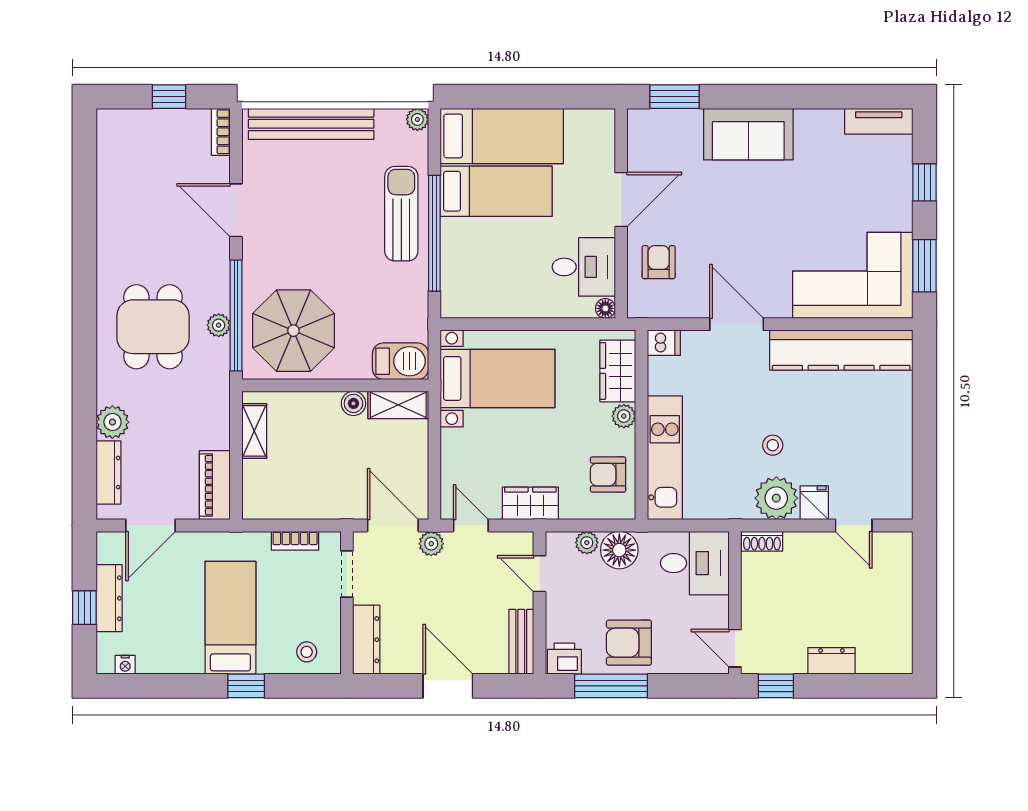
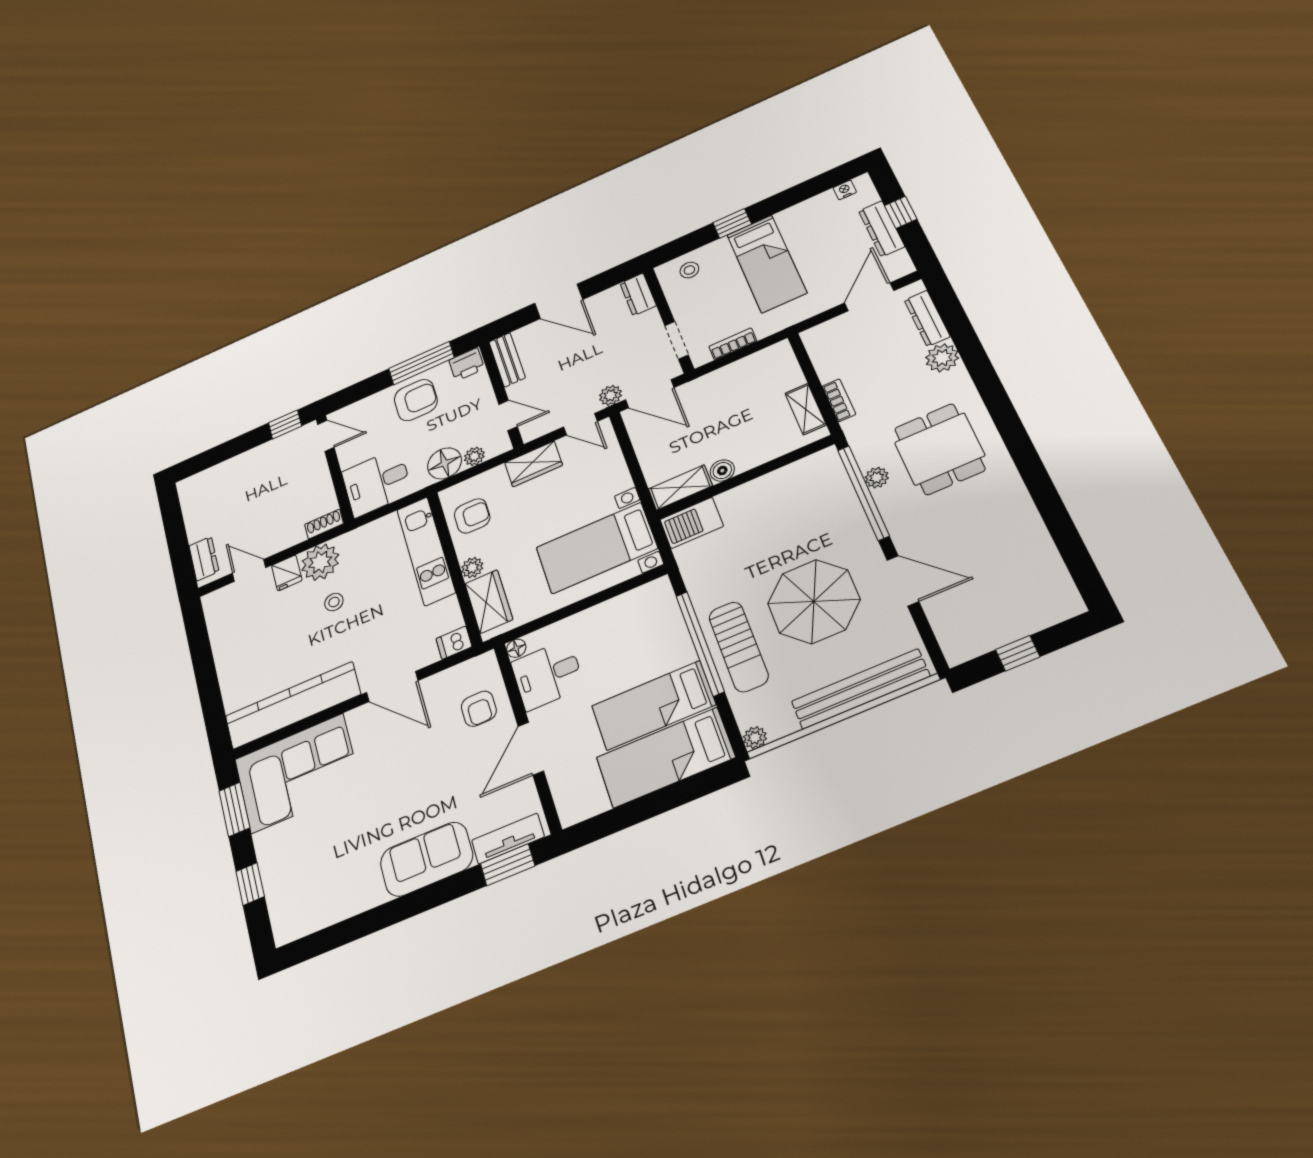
tv unit: (879, 121) -> (508, 839), moved
bookcase: (221, 132) -> (839, 400), moved
parasol: (293, 331) -> (814, 602), moved
piano: (215, 485) -> (824, 352), removed
dresser: (366, 640) -> (638, 294), width x0.70
dresser: (831, 661) -> (204, 559), moved, turned -90

